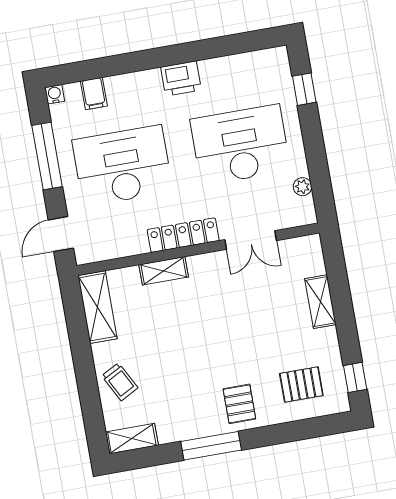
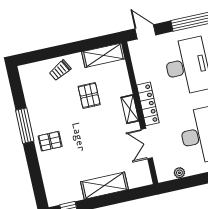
shelving: (164, 271) -> (130, 109), moved
shelving: (320, 302) -> (104, 186), width x1.50, depth x1.33
pallet: (301, 384) -> (89, 95), moved
shelving: (132, 439) -> (27, 79), removed

